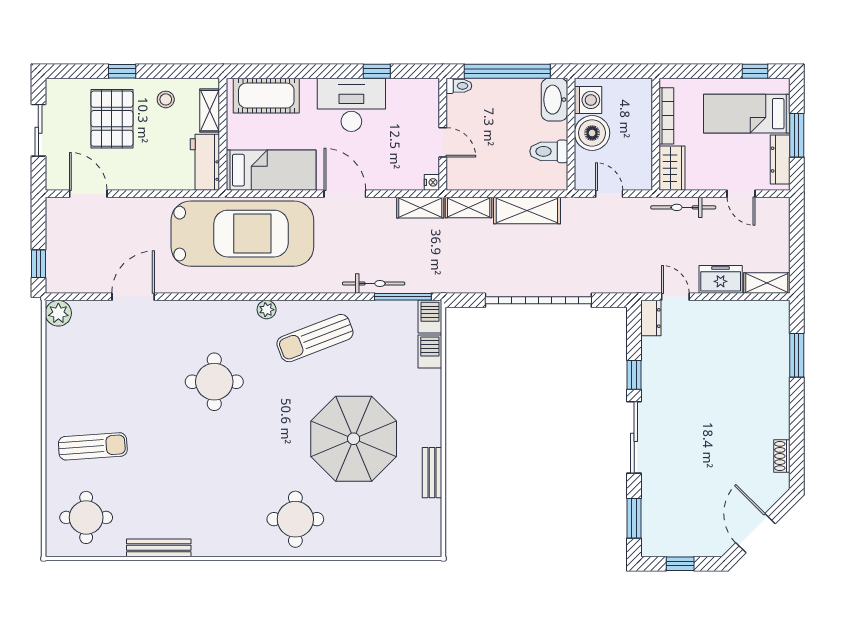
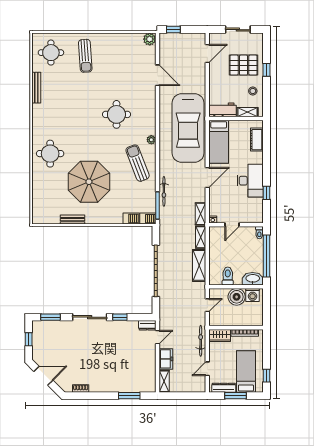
cot: (266, 96) -> (257, 140), width x0.73, depth x0.75

